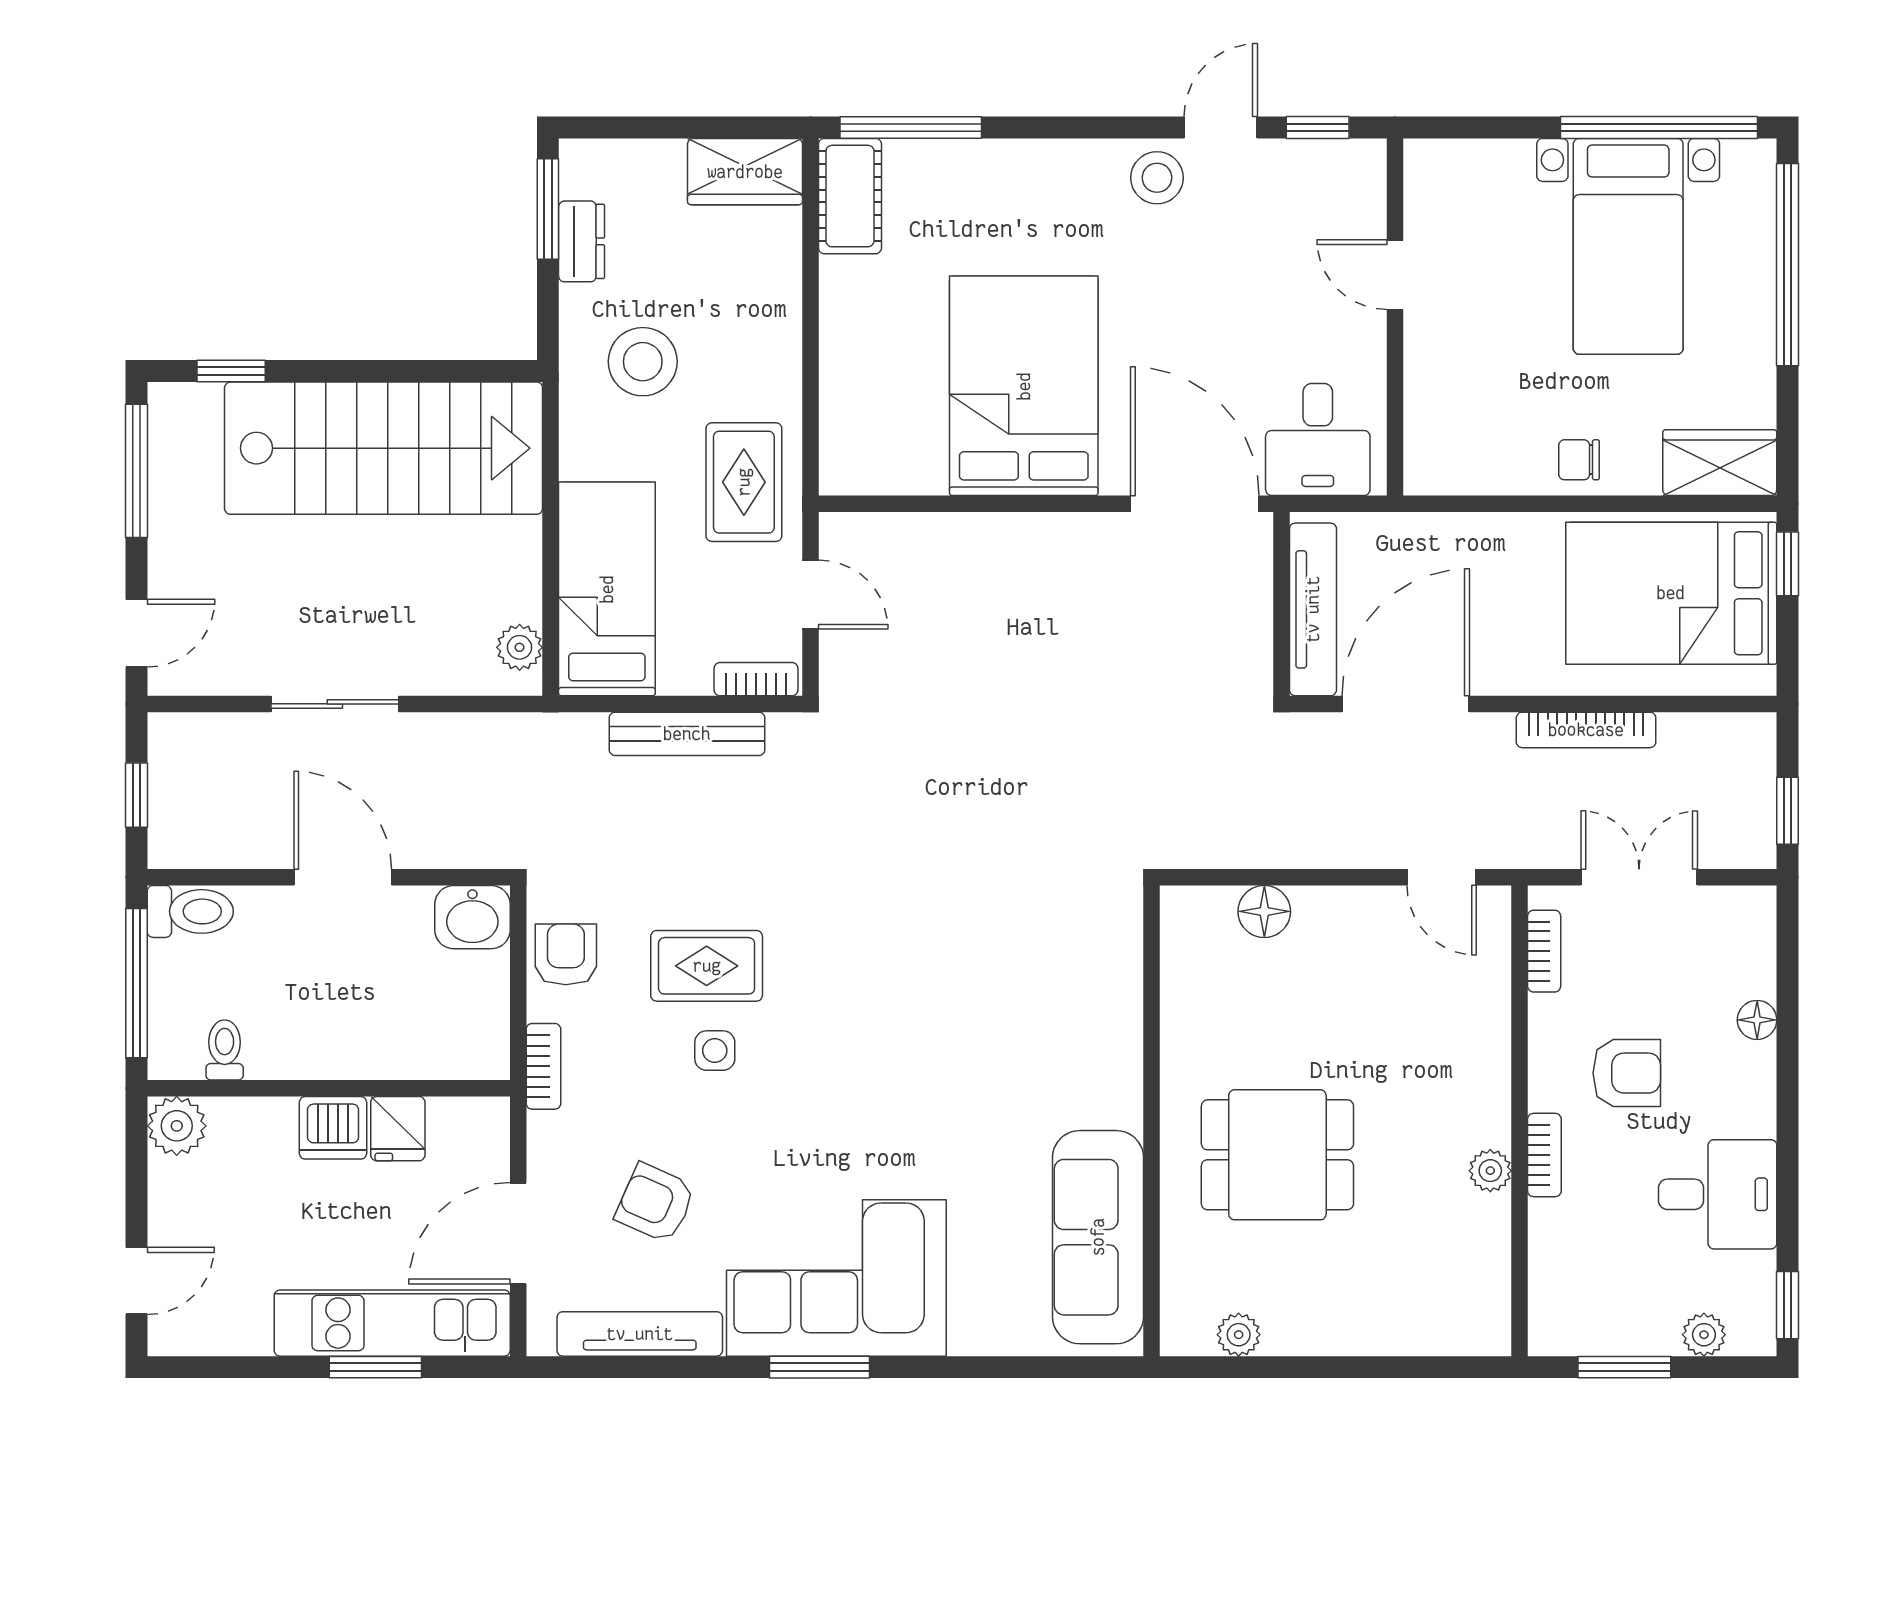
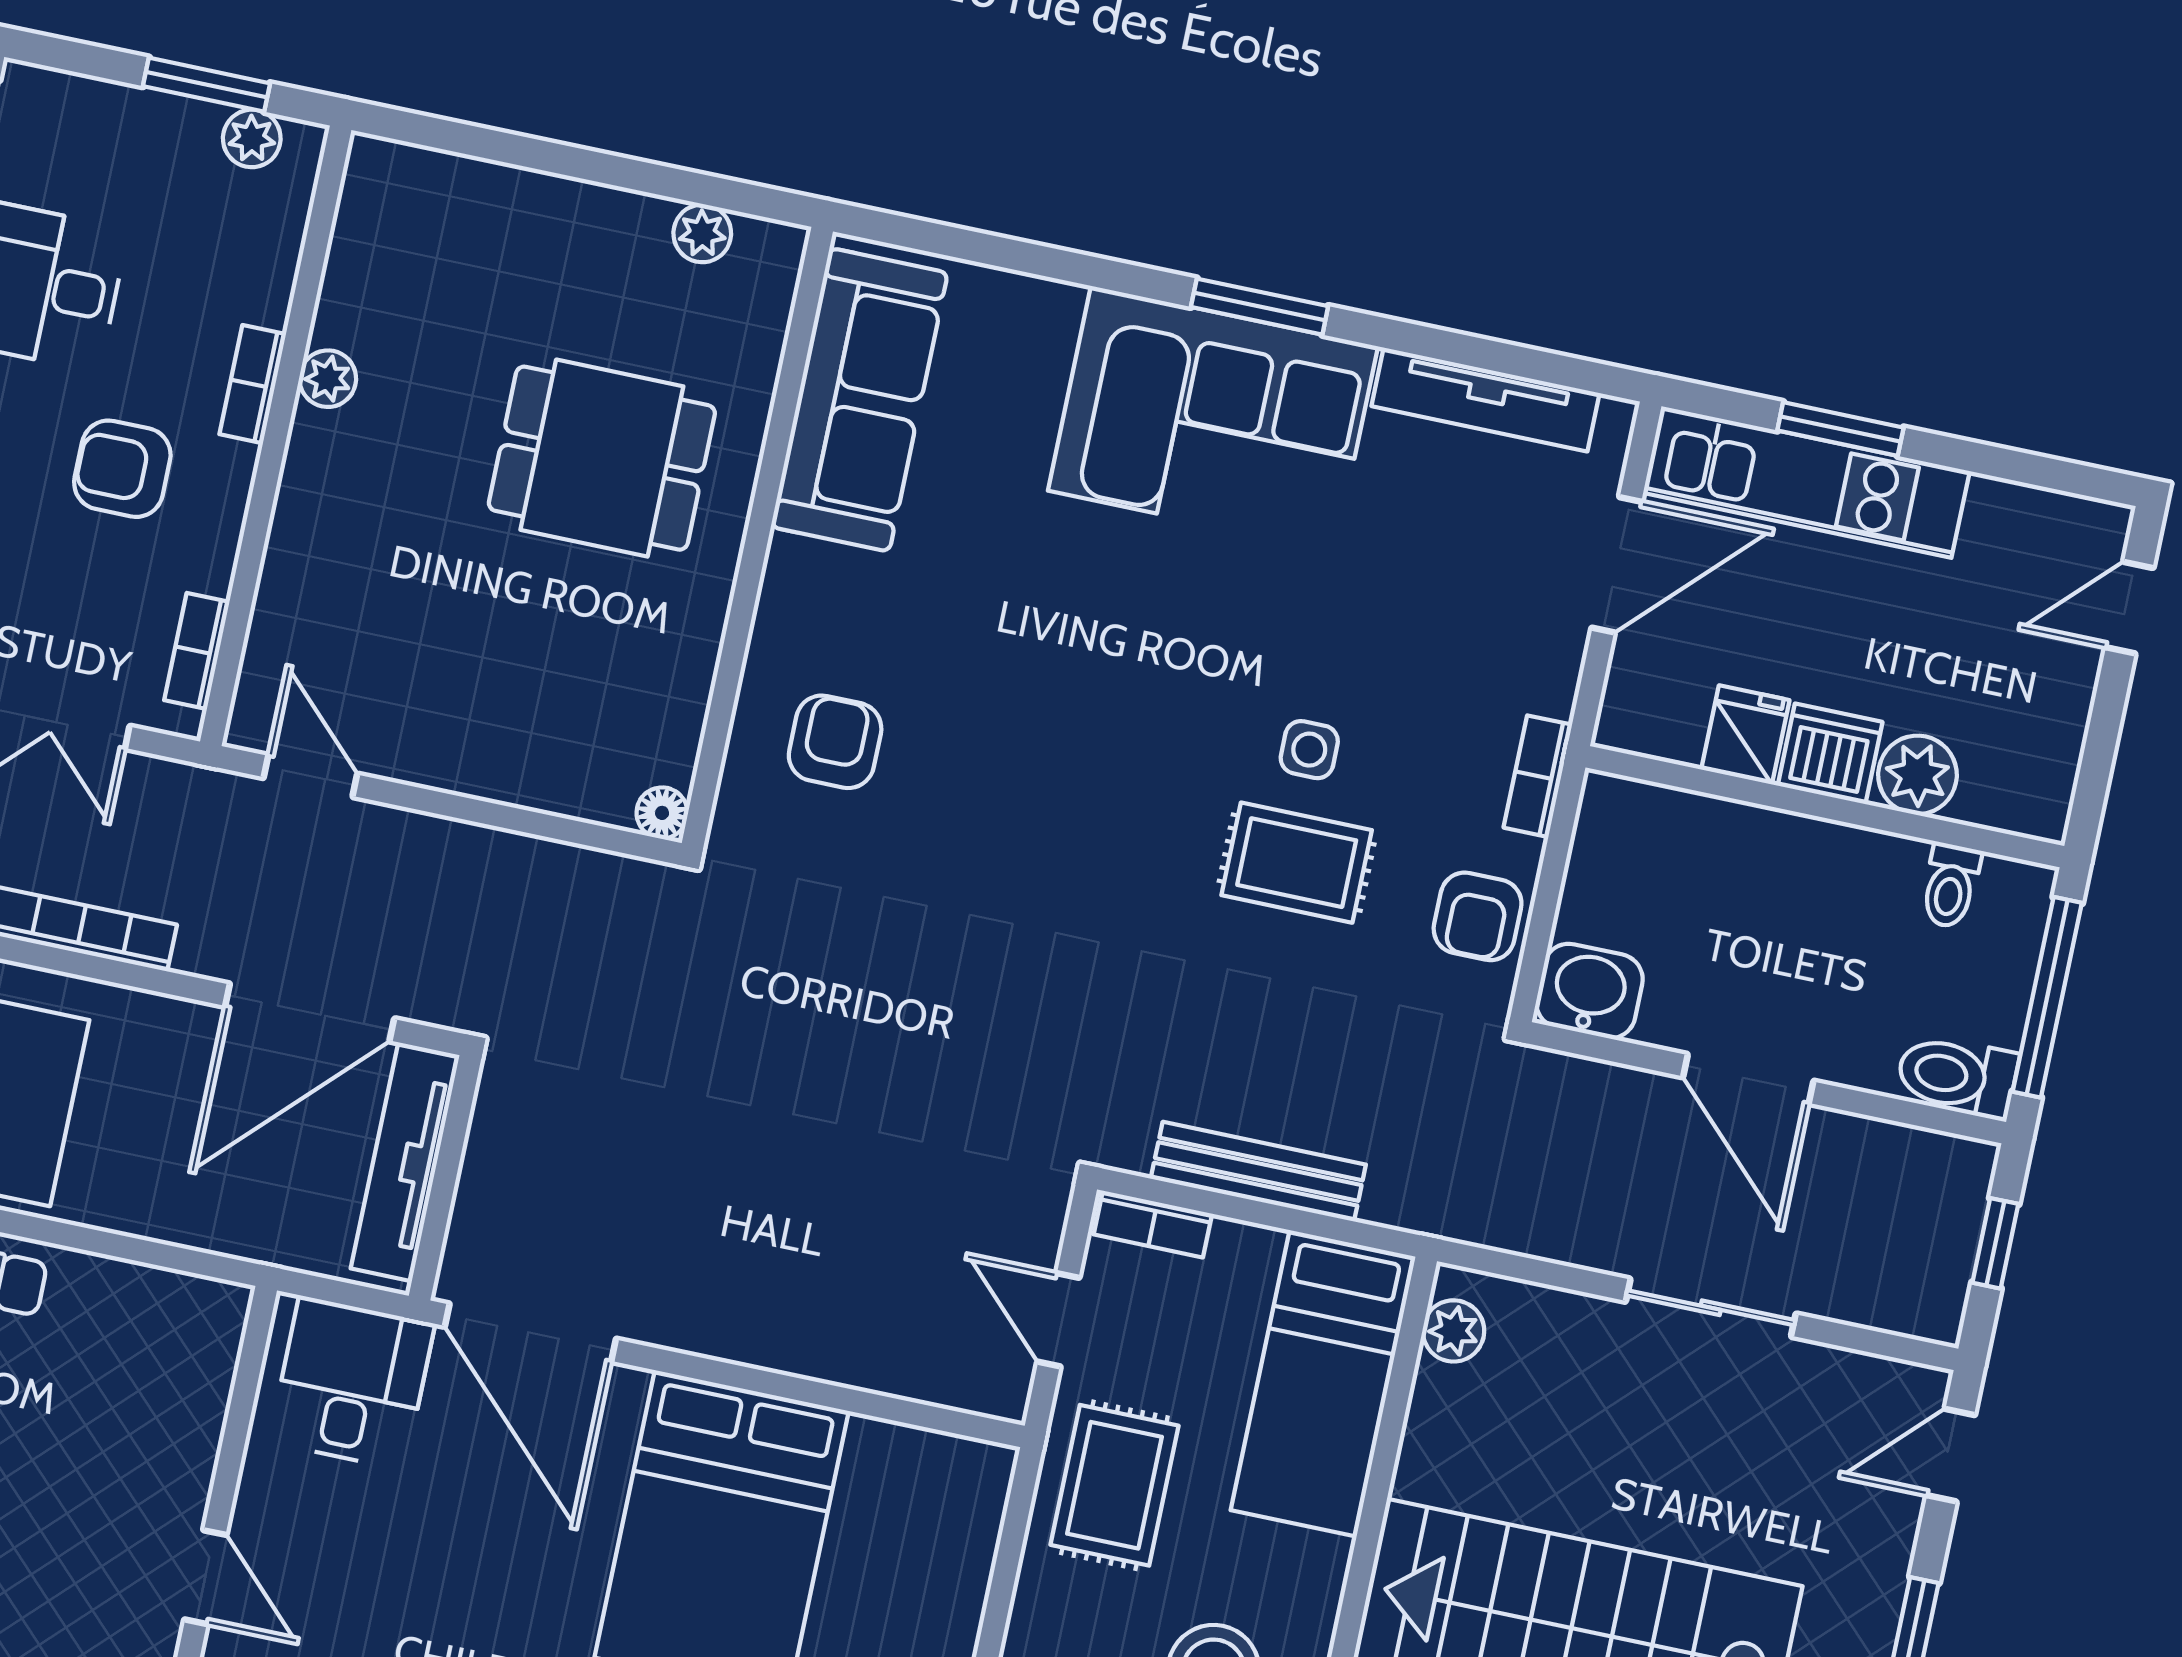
floor lamp: (1264, 911) -> (662, 813), moved, width x0.73, depth x0.73
plant: (177, 1126) -> (1918, 775), moved
armchair: (655, 1203) -> (835, 742), moved, turned -114
plant: (1704, 1335) -> (252, 138), moved

